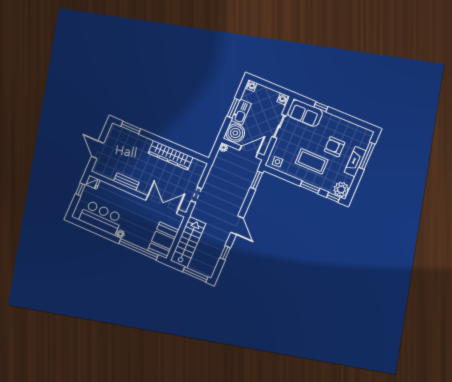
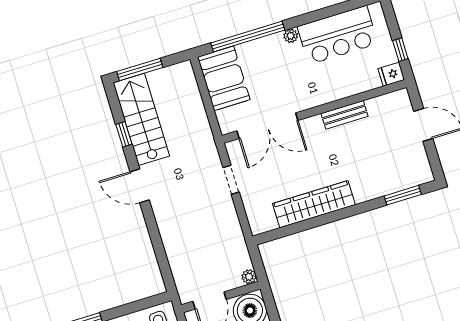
window: (256, 180) -> (165, 270), removed
stairs: (188, 242) -> (141, 119), moved, turned 180

